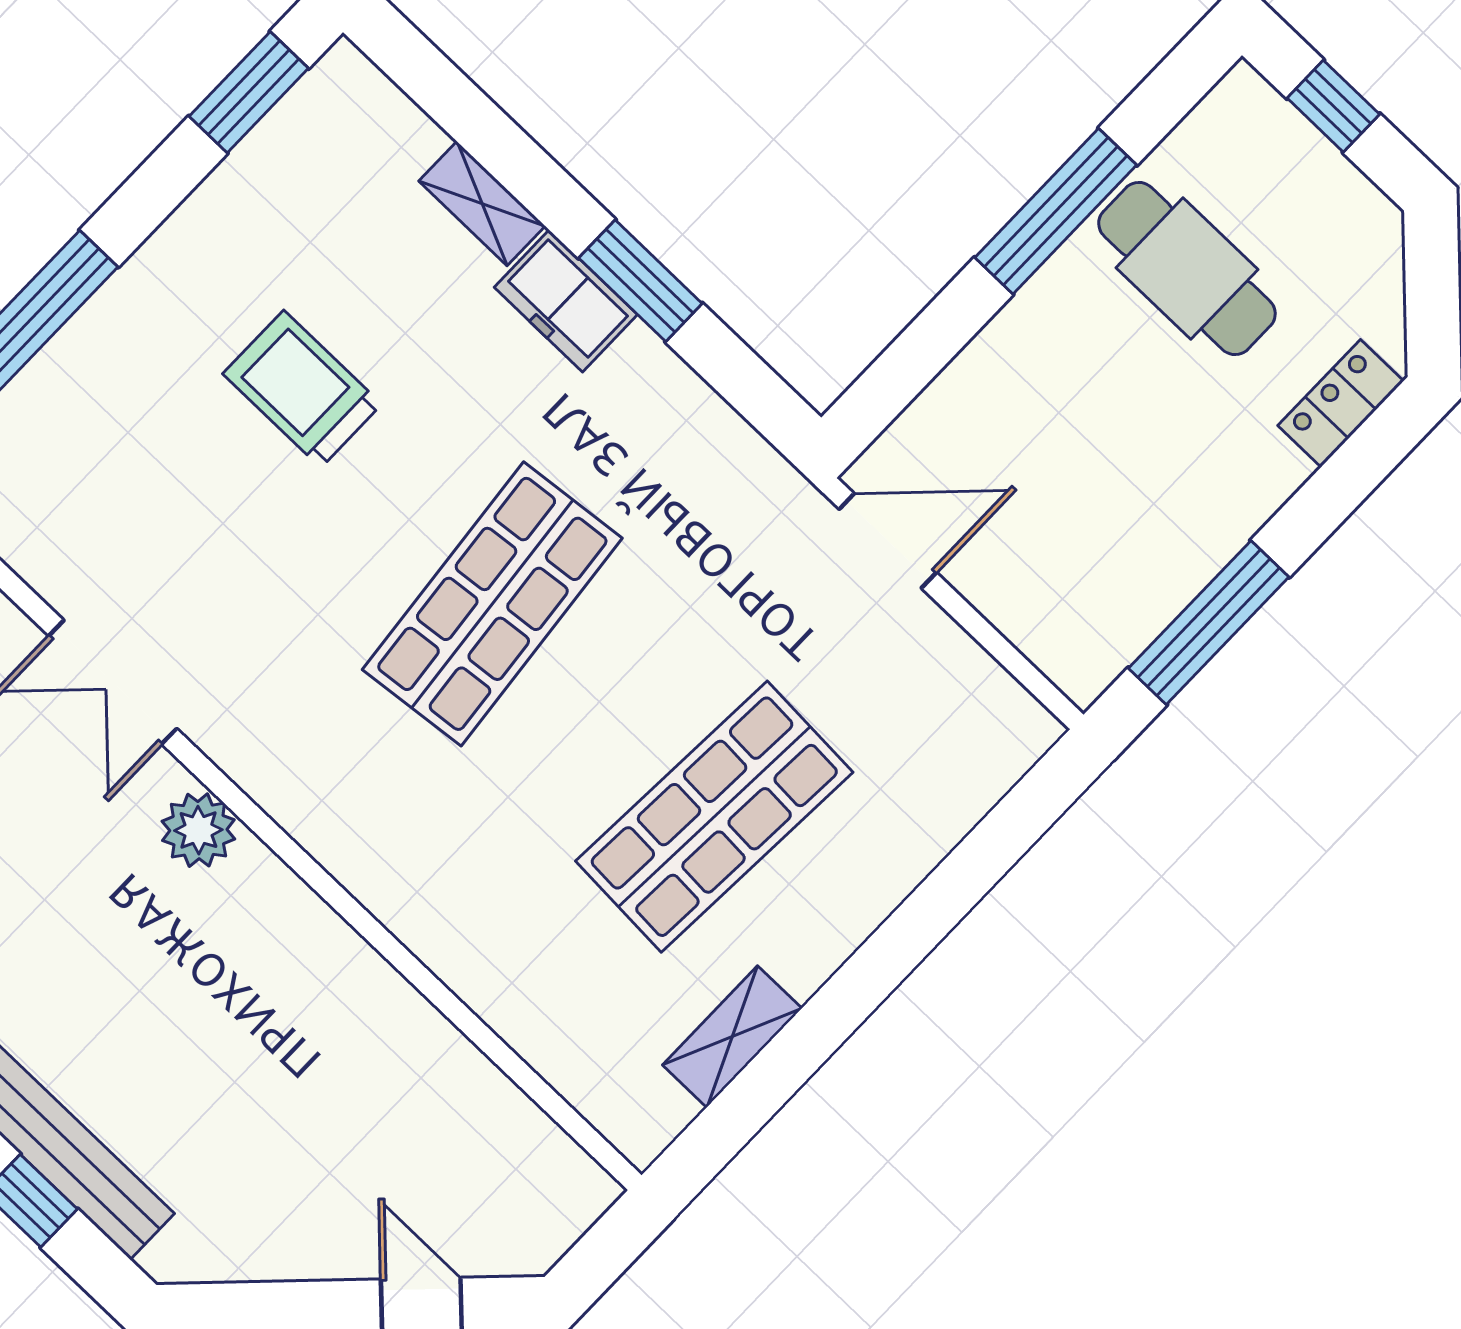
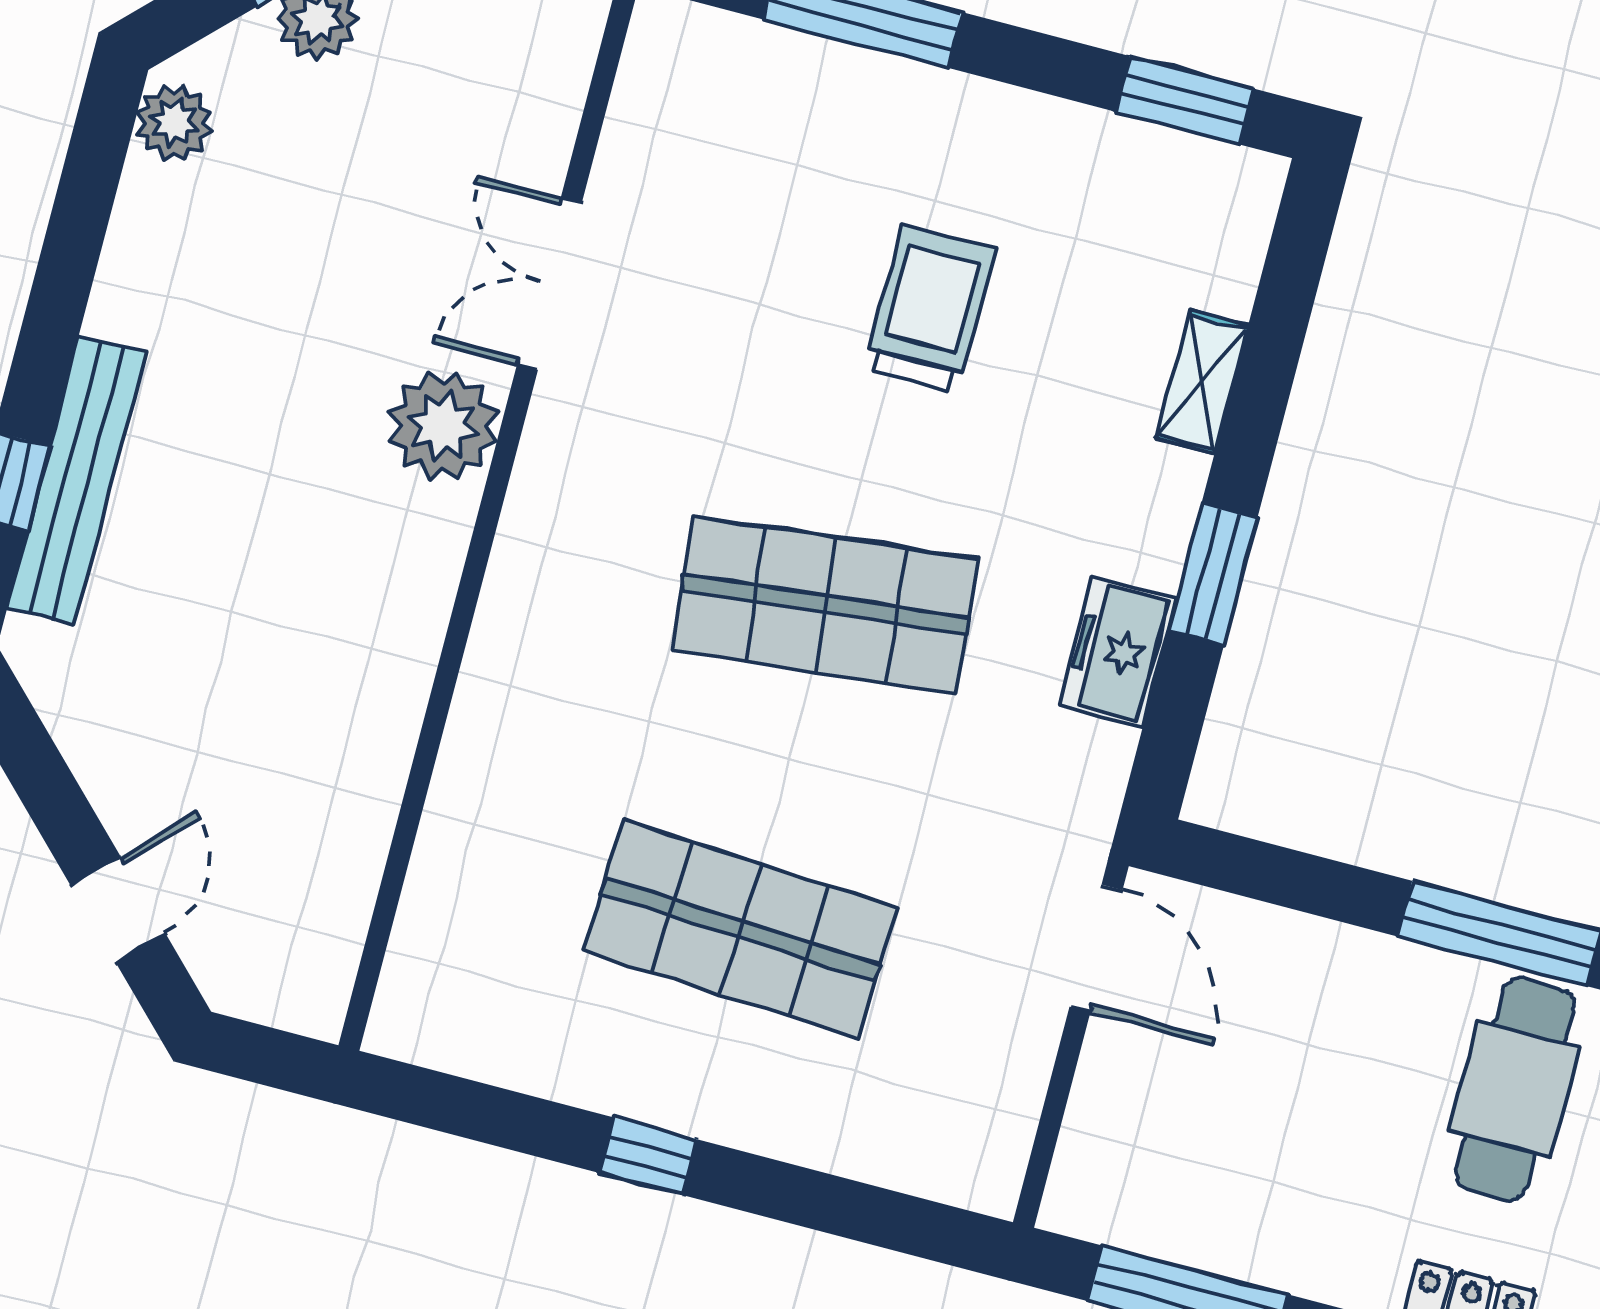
freezer: (566, 301) -> (1118, 652), moved
plant: (198, 830) -> (443, 426), width x1.36, depth x1.36
window: (855, 992) -> (648, 1156), added
shelving: (732, 1037) -> (540, 1063), removed

